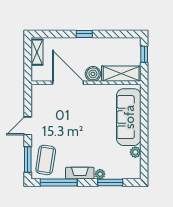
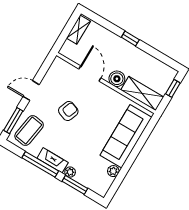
door: (68, 83) -> (90, 73), width x0.73
armchair: (69, 124) -> (68, 111), added
window: (59, 182) -> (40, 164), moved

